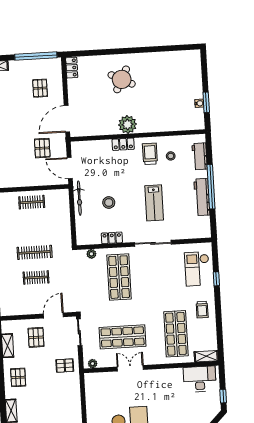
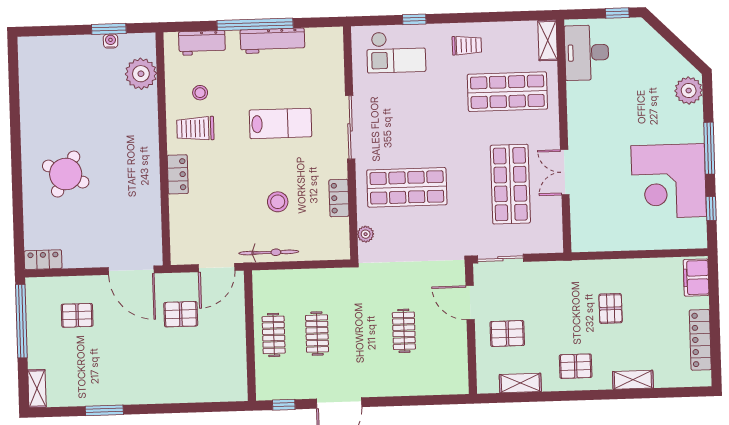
plant: (127, 125) -> (141, 74), moved
clothes rail: (35, 252) -> (317, 334), moved, width x0.73
plant: (93, 364) -> (555, 237), removed
pallet: (65, 366) -> (611, 308), moved

